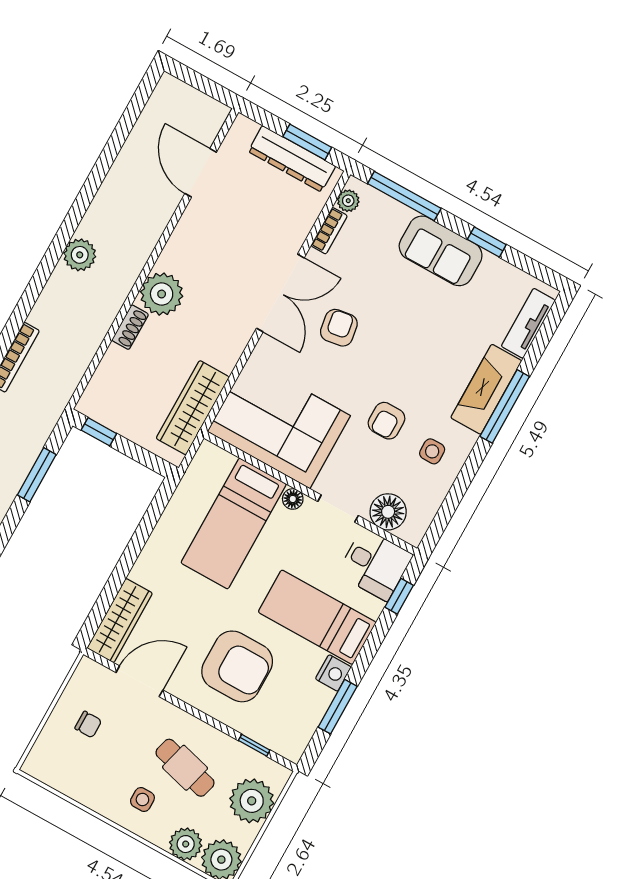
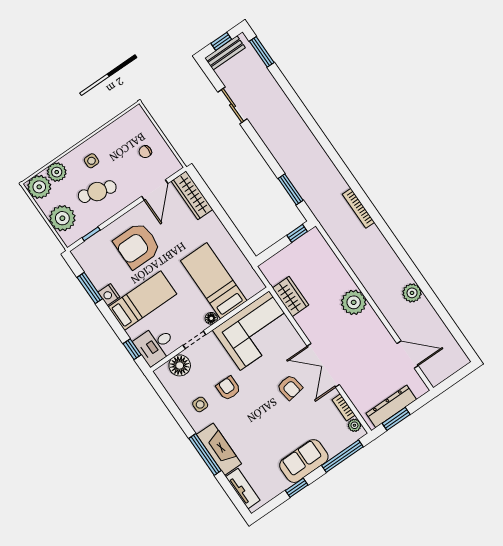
plant: (80, 255) -> (412, 293), moved
shoe rack: (130, 327) -> (344, 277), removed
wardrobe: (193, 408) -> (291, 297), width x0.67

